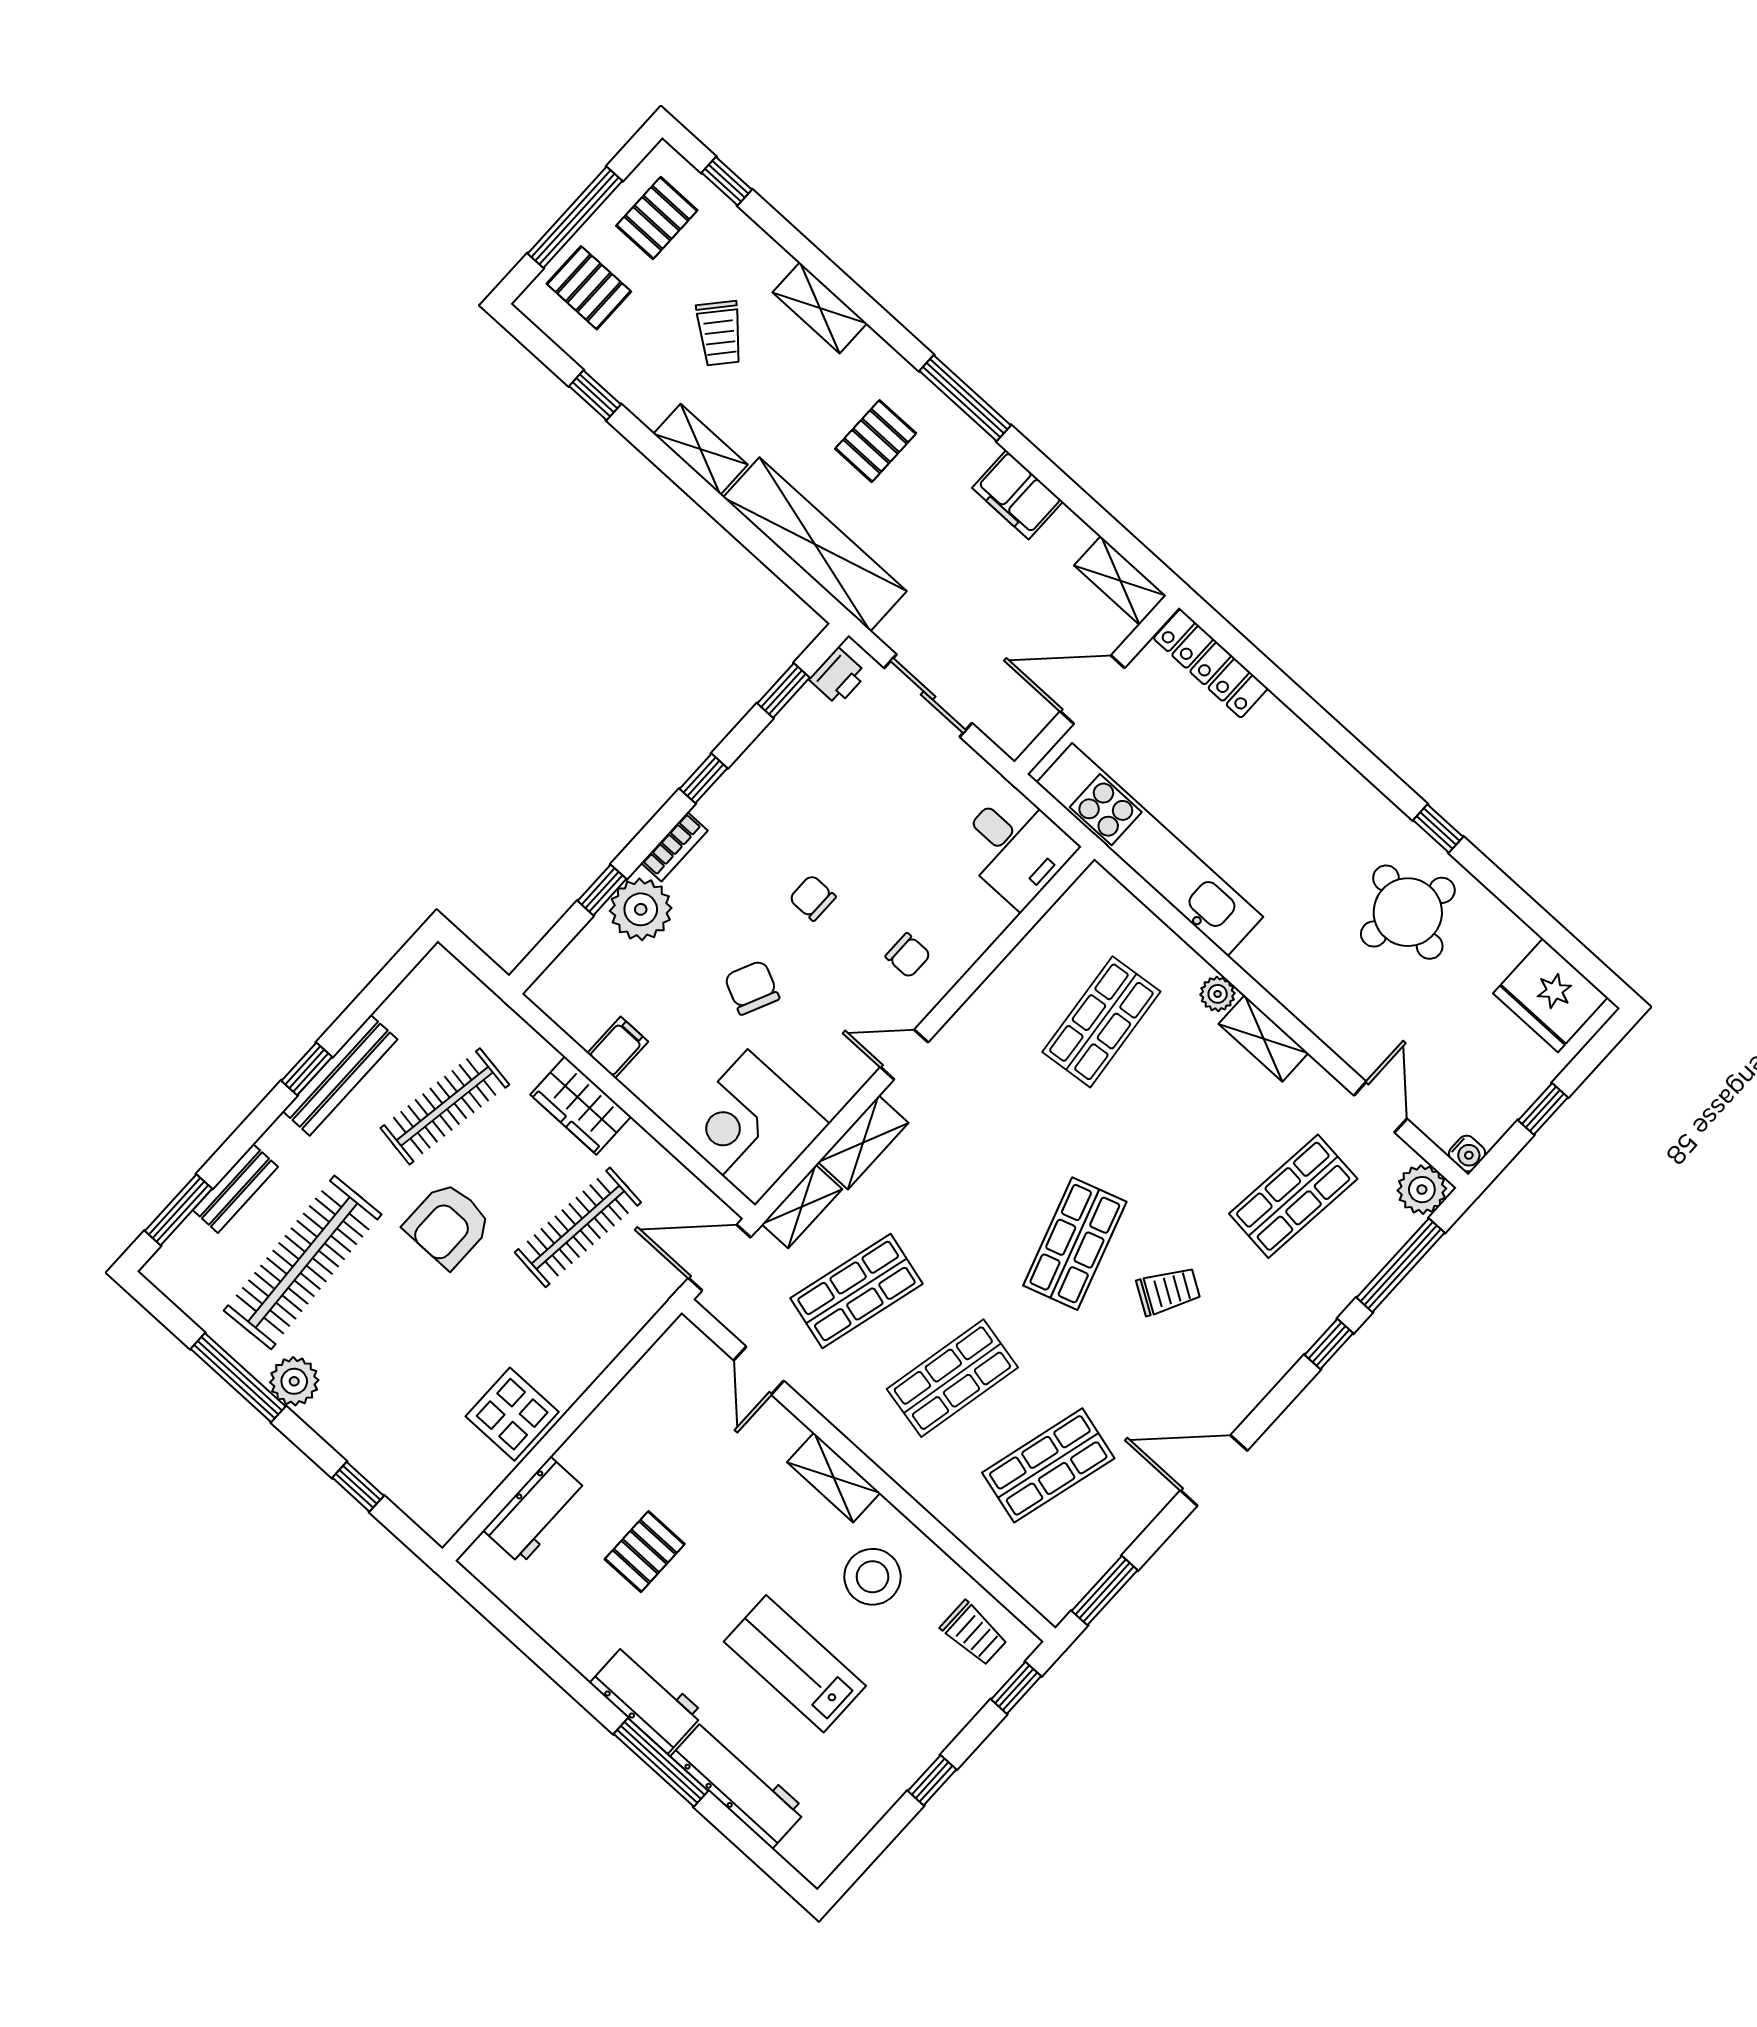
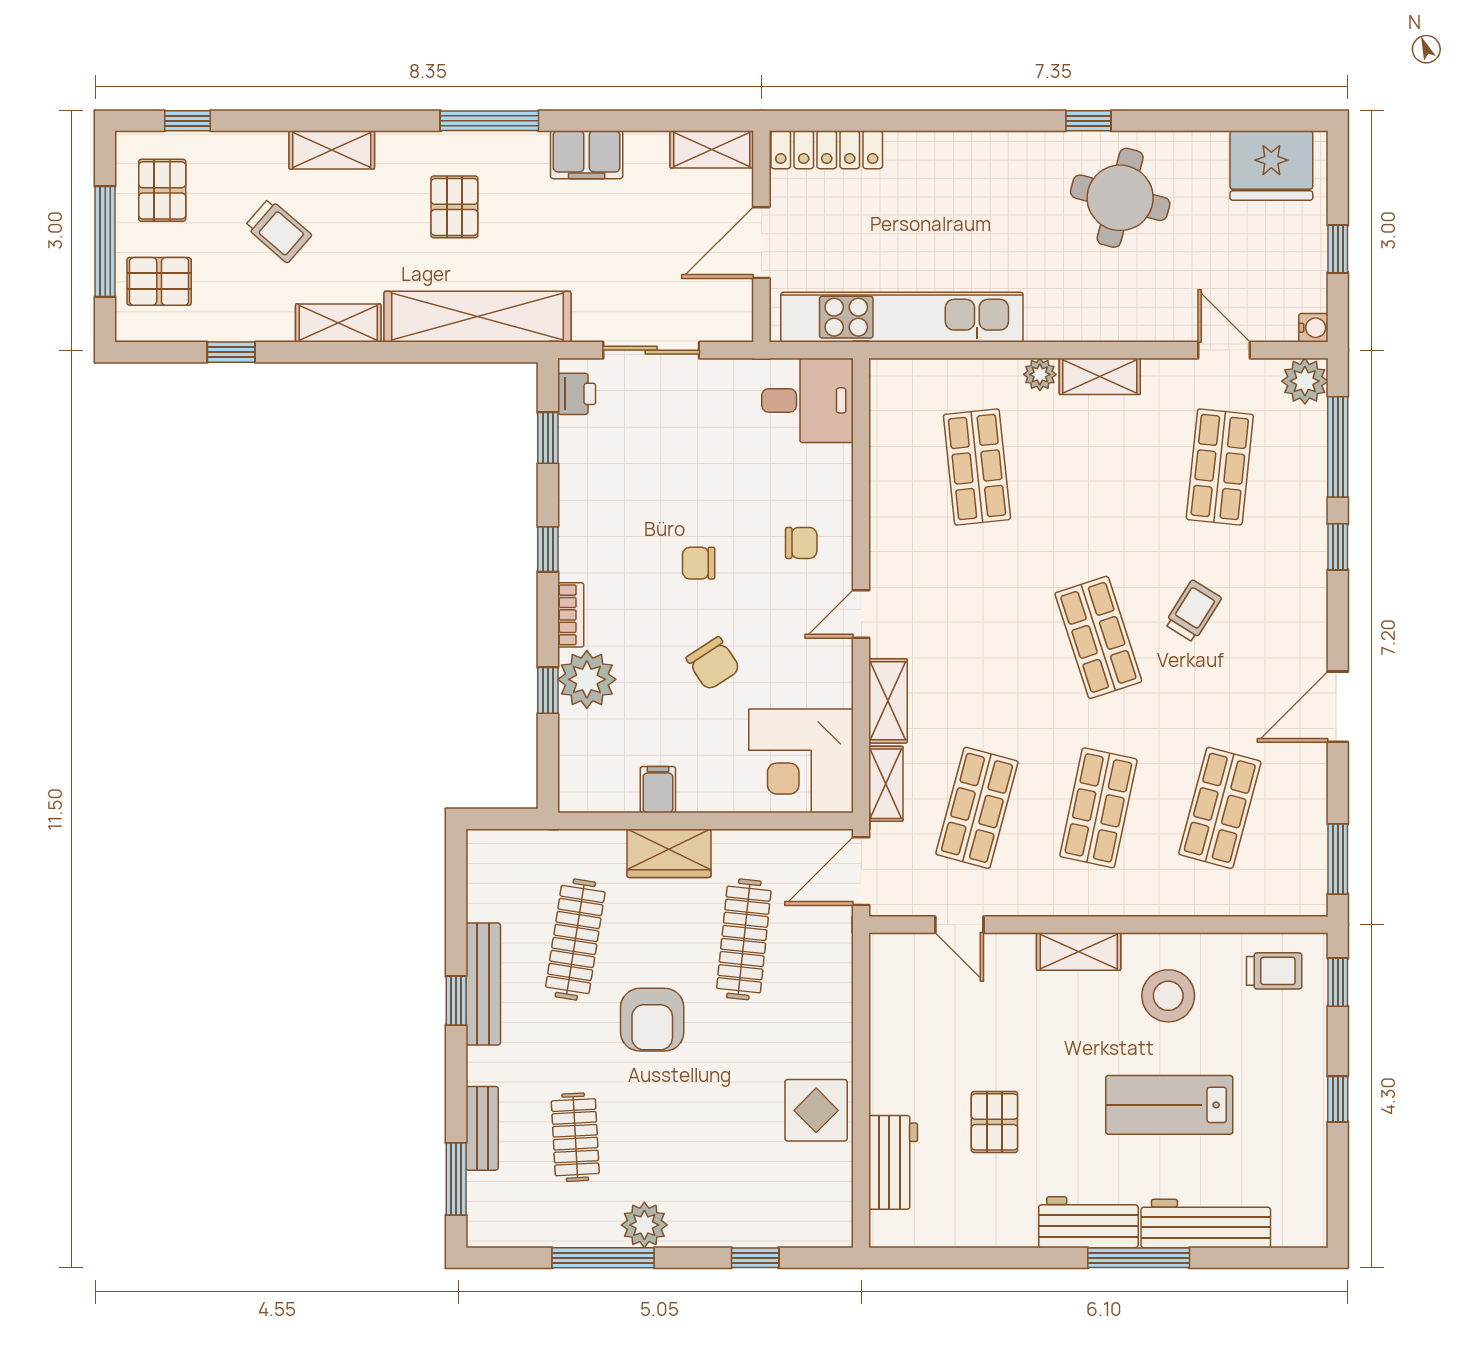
chair: (752, 987) -> (713, 664), turned -148
clothes rail: (303, 1262) -> (575, 1137), width x0.54, depth x0.76

